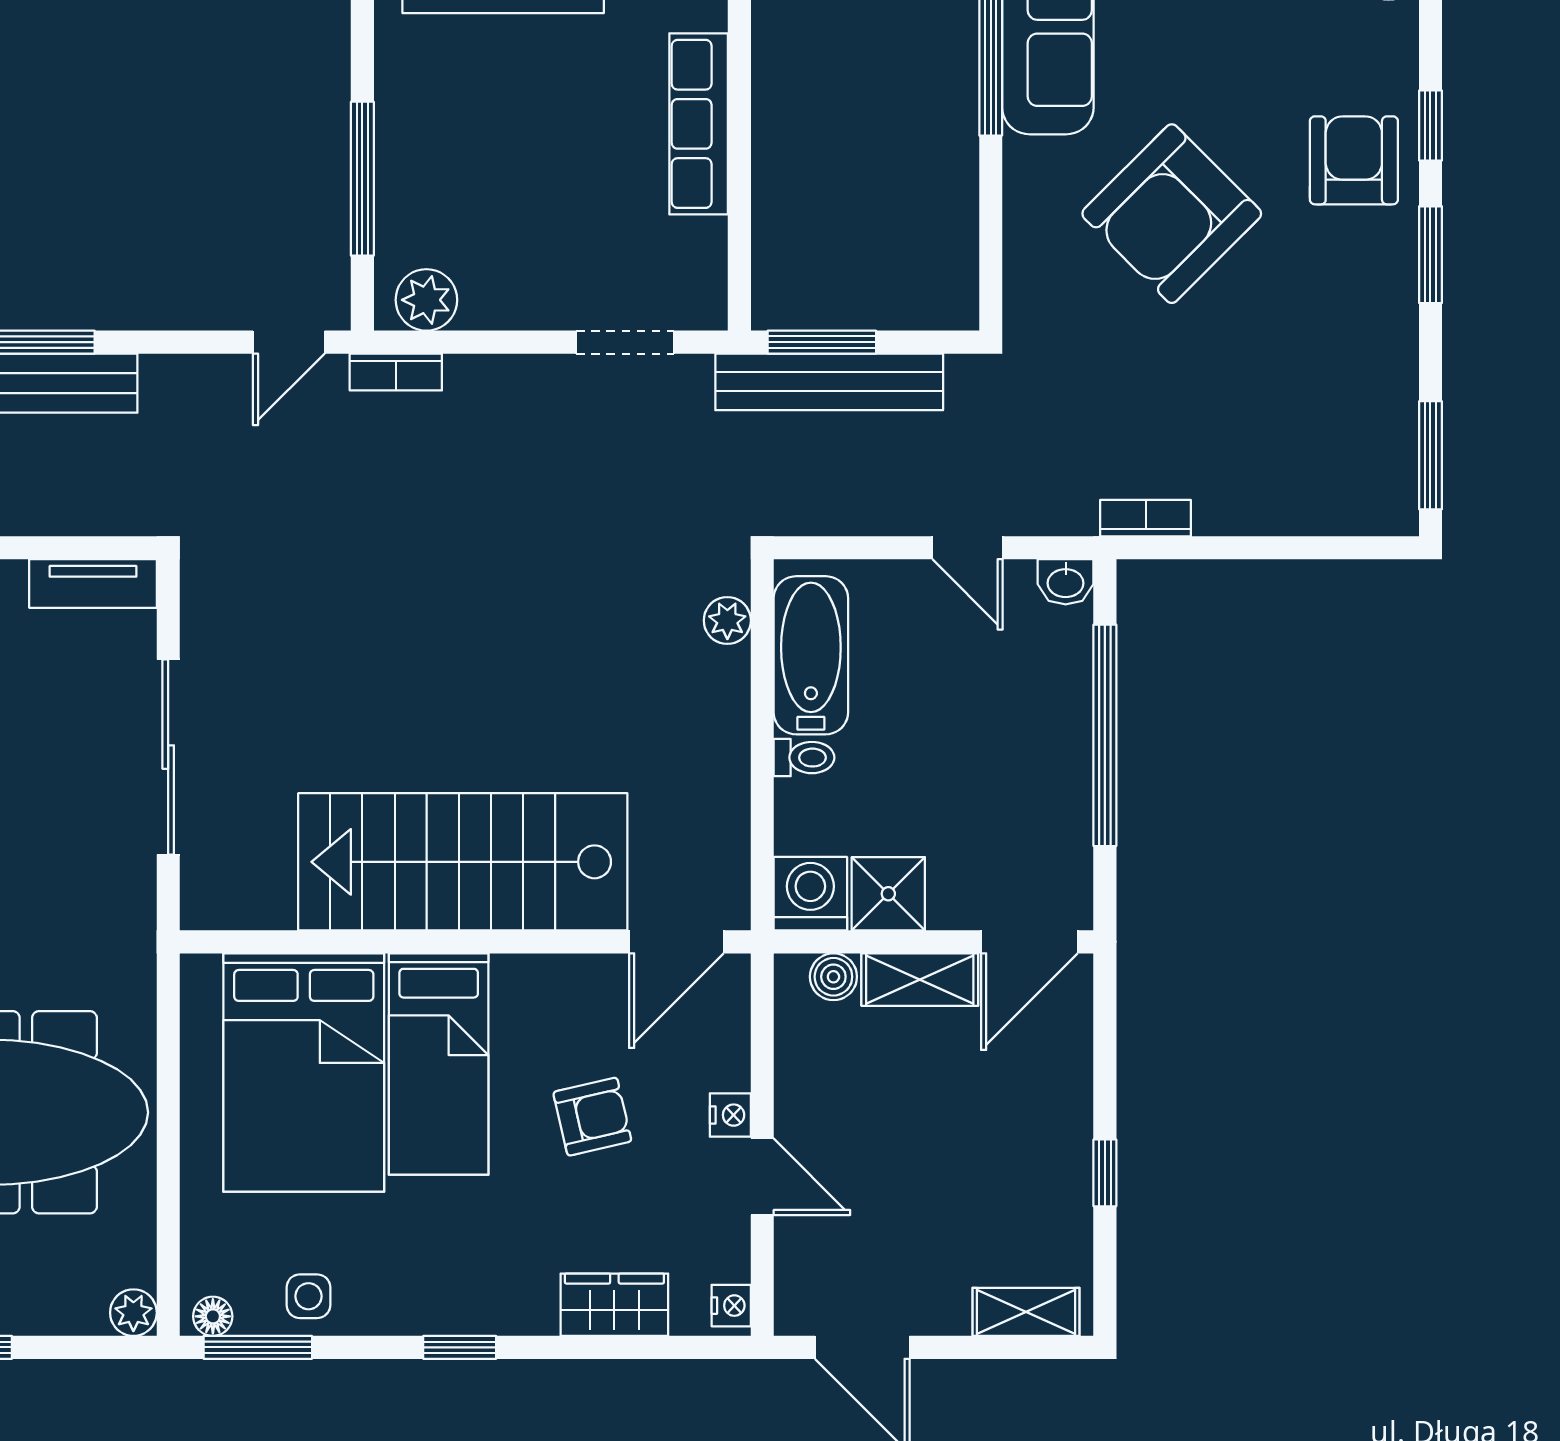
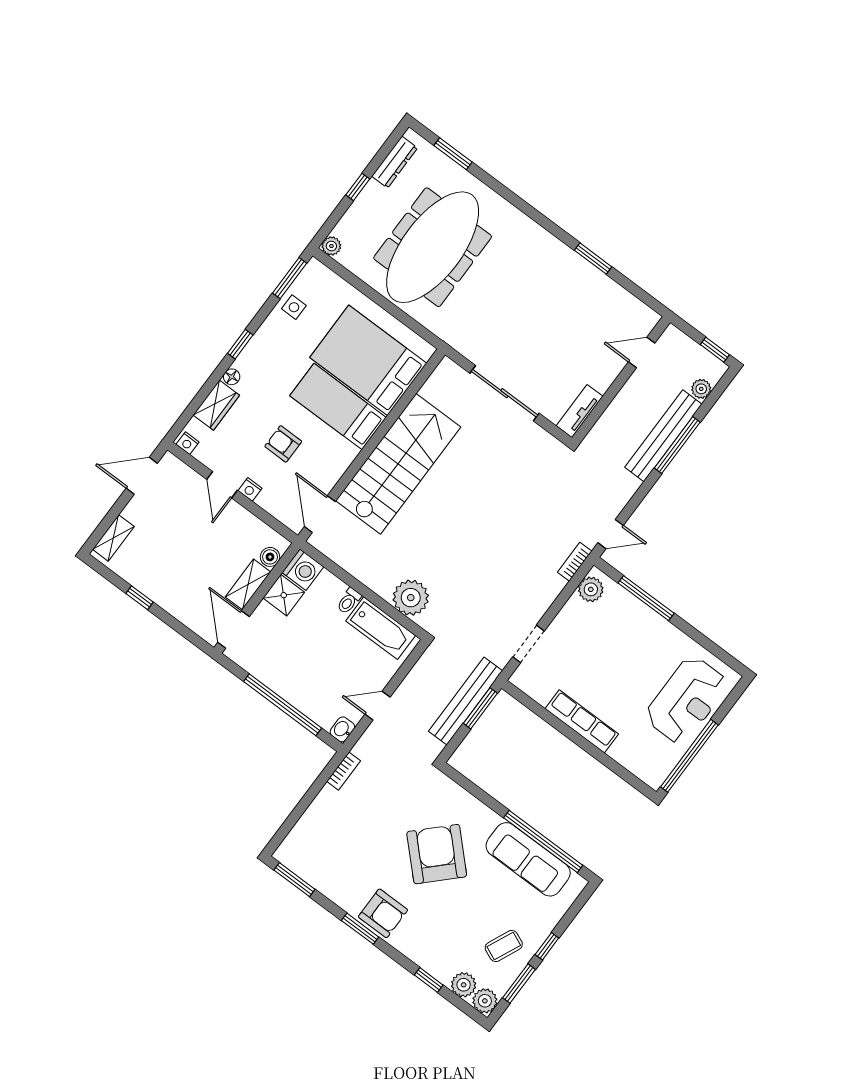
window: (1430, 125) -> (429, 980), moved
armchair: (1354, 160) -> (383, 913), moved
door: (289, 342) -> (611, 534), swing flipped
plant: (727, 620) -> (411, 598), width x1.87, depth x1.87
armchair: (592, 1117) -> (283, 444), turned 103
door: (762, 1177) -> (222, 485), hinge flipped
floor lamp: (213, 1316) -> (232, 377), moved

